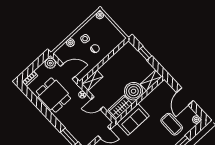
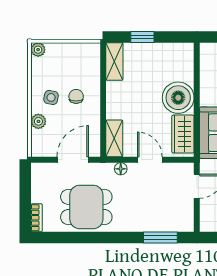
plant: (50, 63) -> (41, 172), removed
shelving: (151, 80) -> (114, 61), moved
door: (97, 103) -> (150, 160), swing flipped

